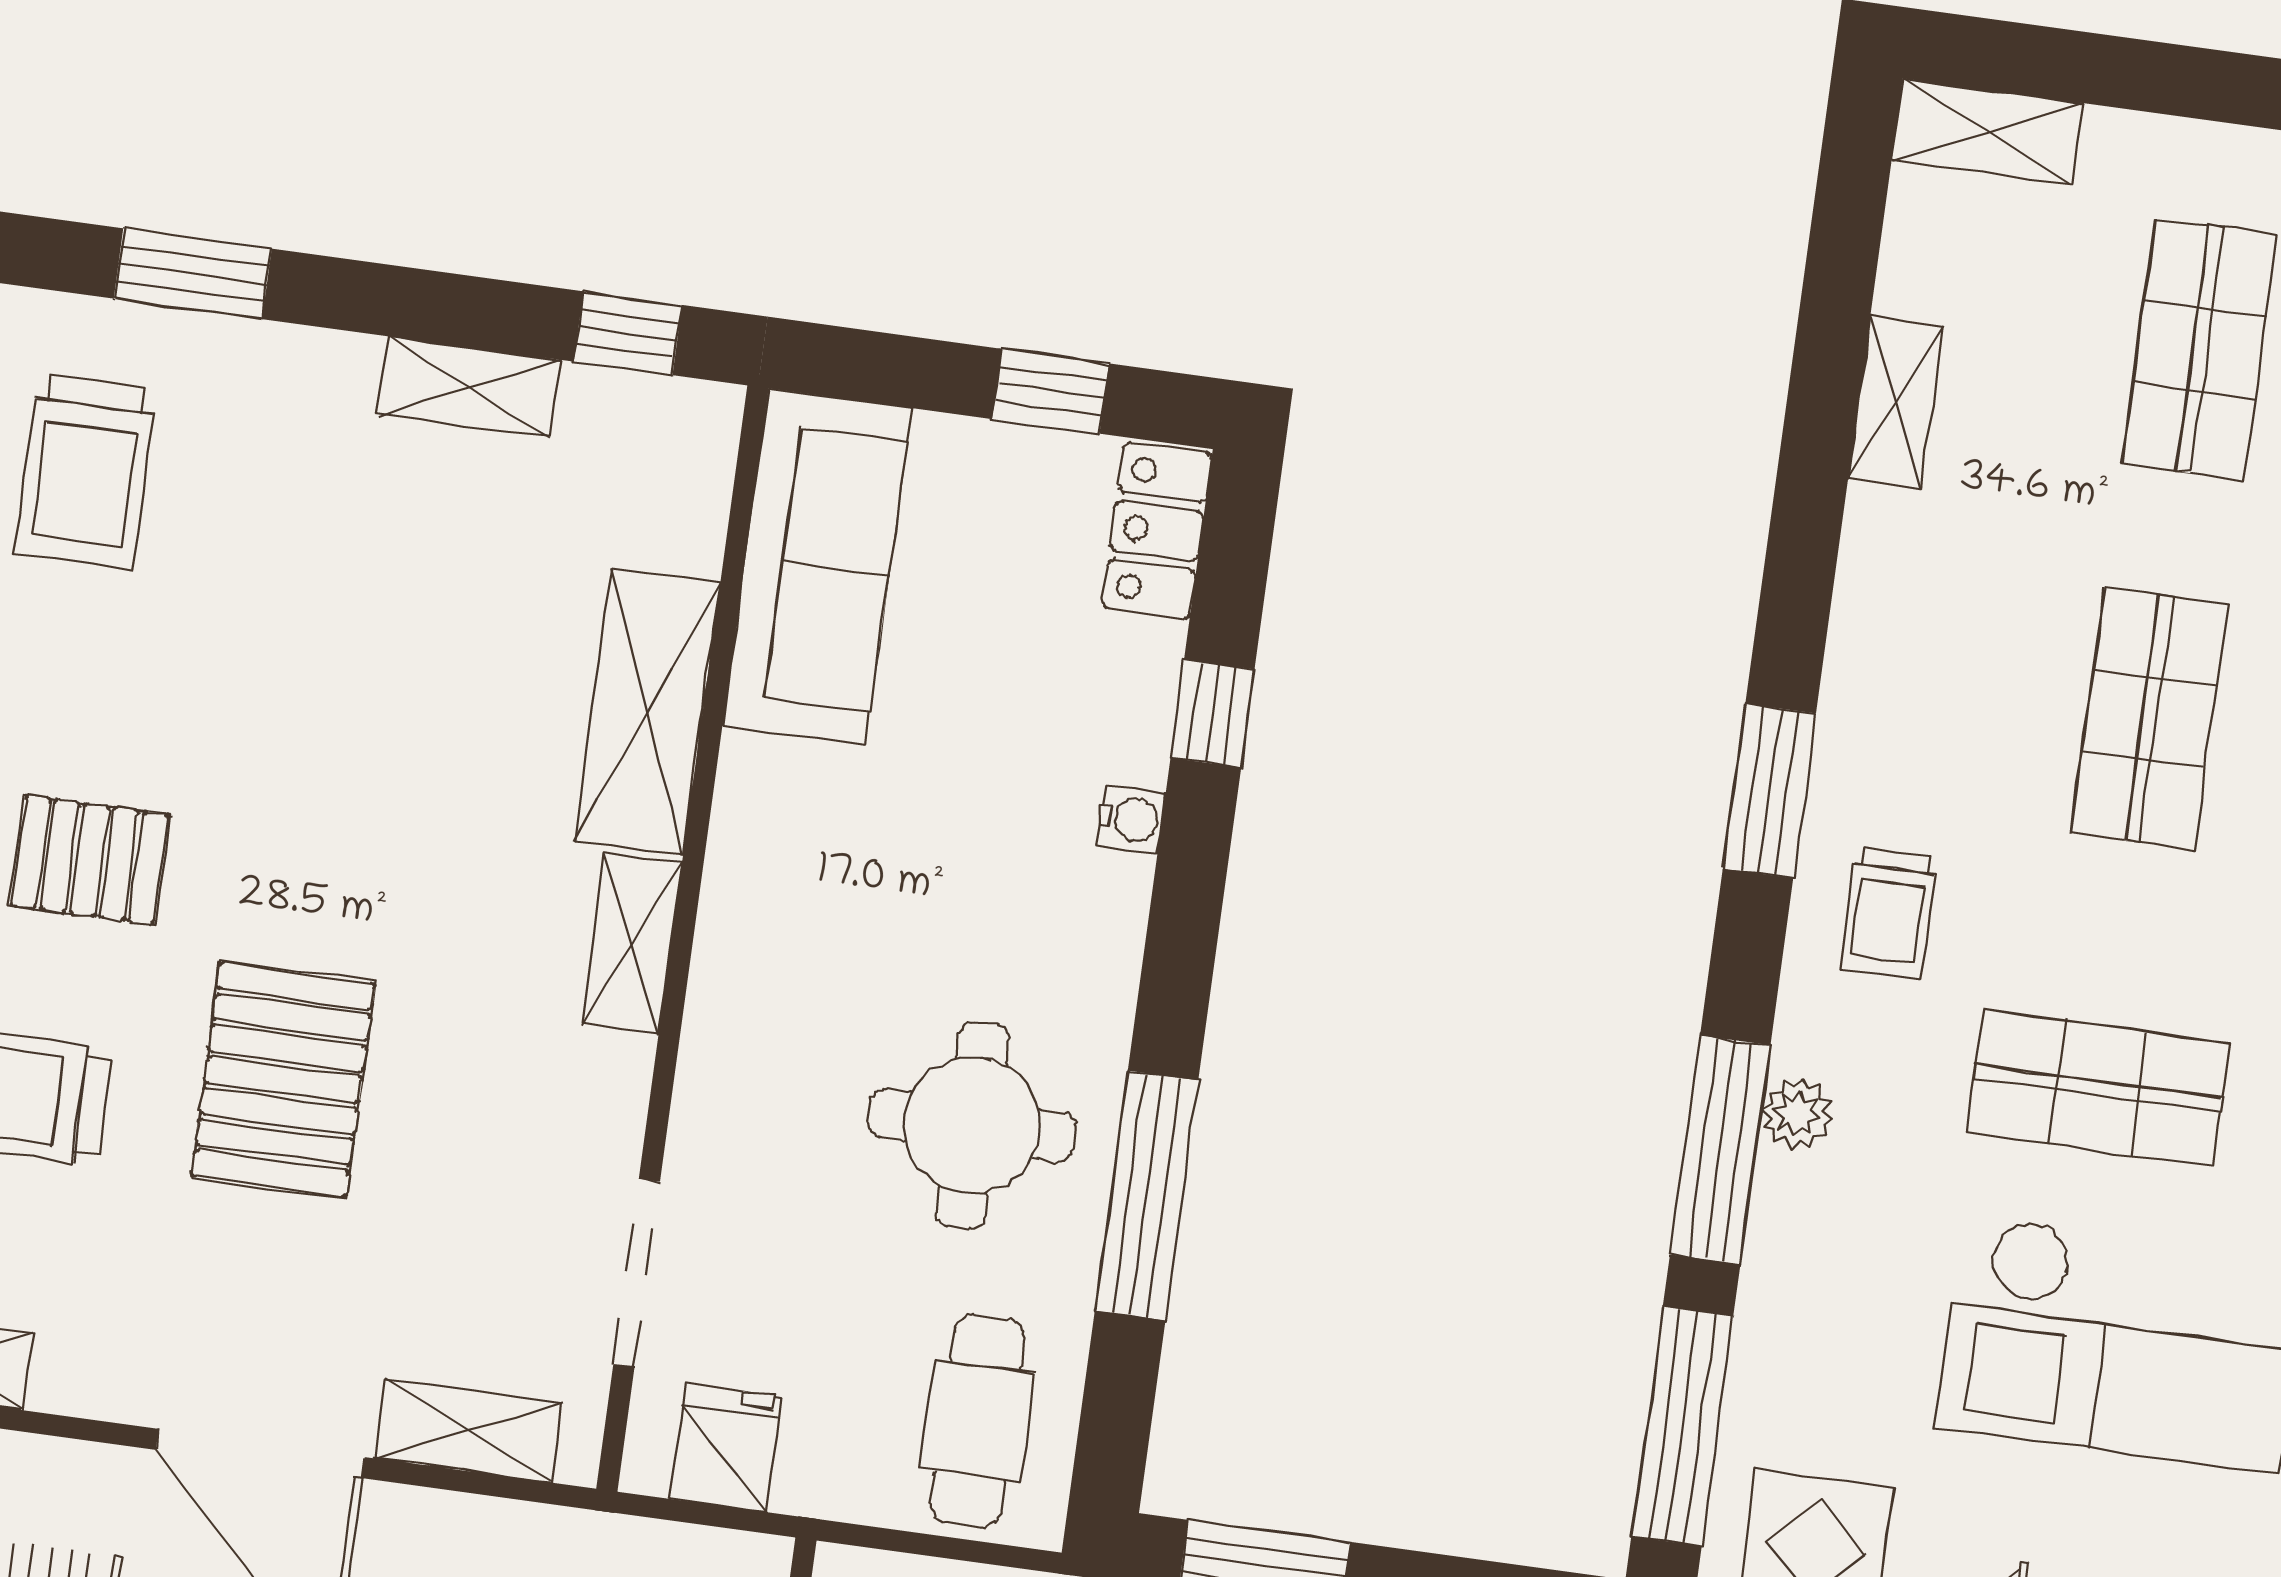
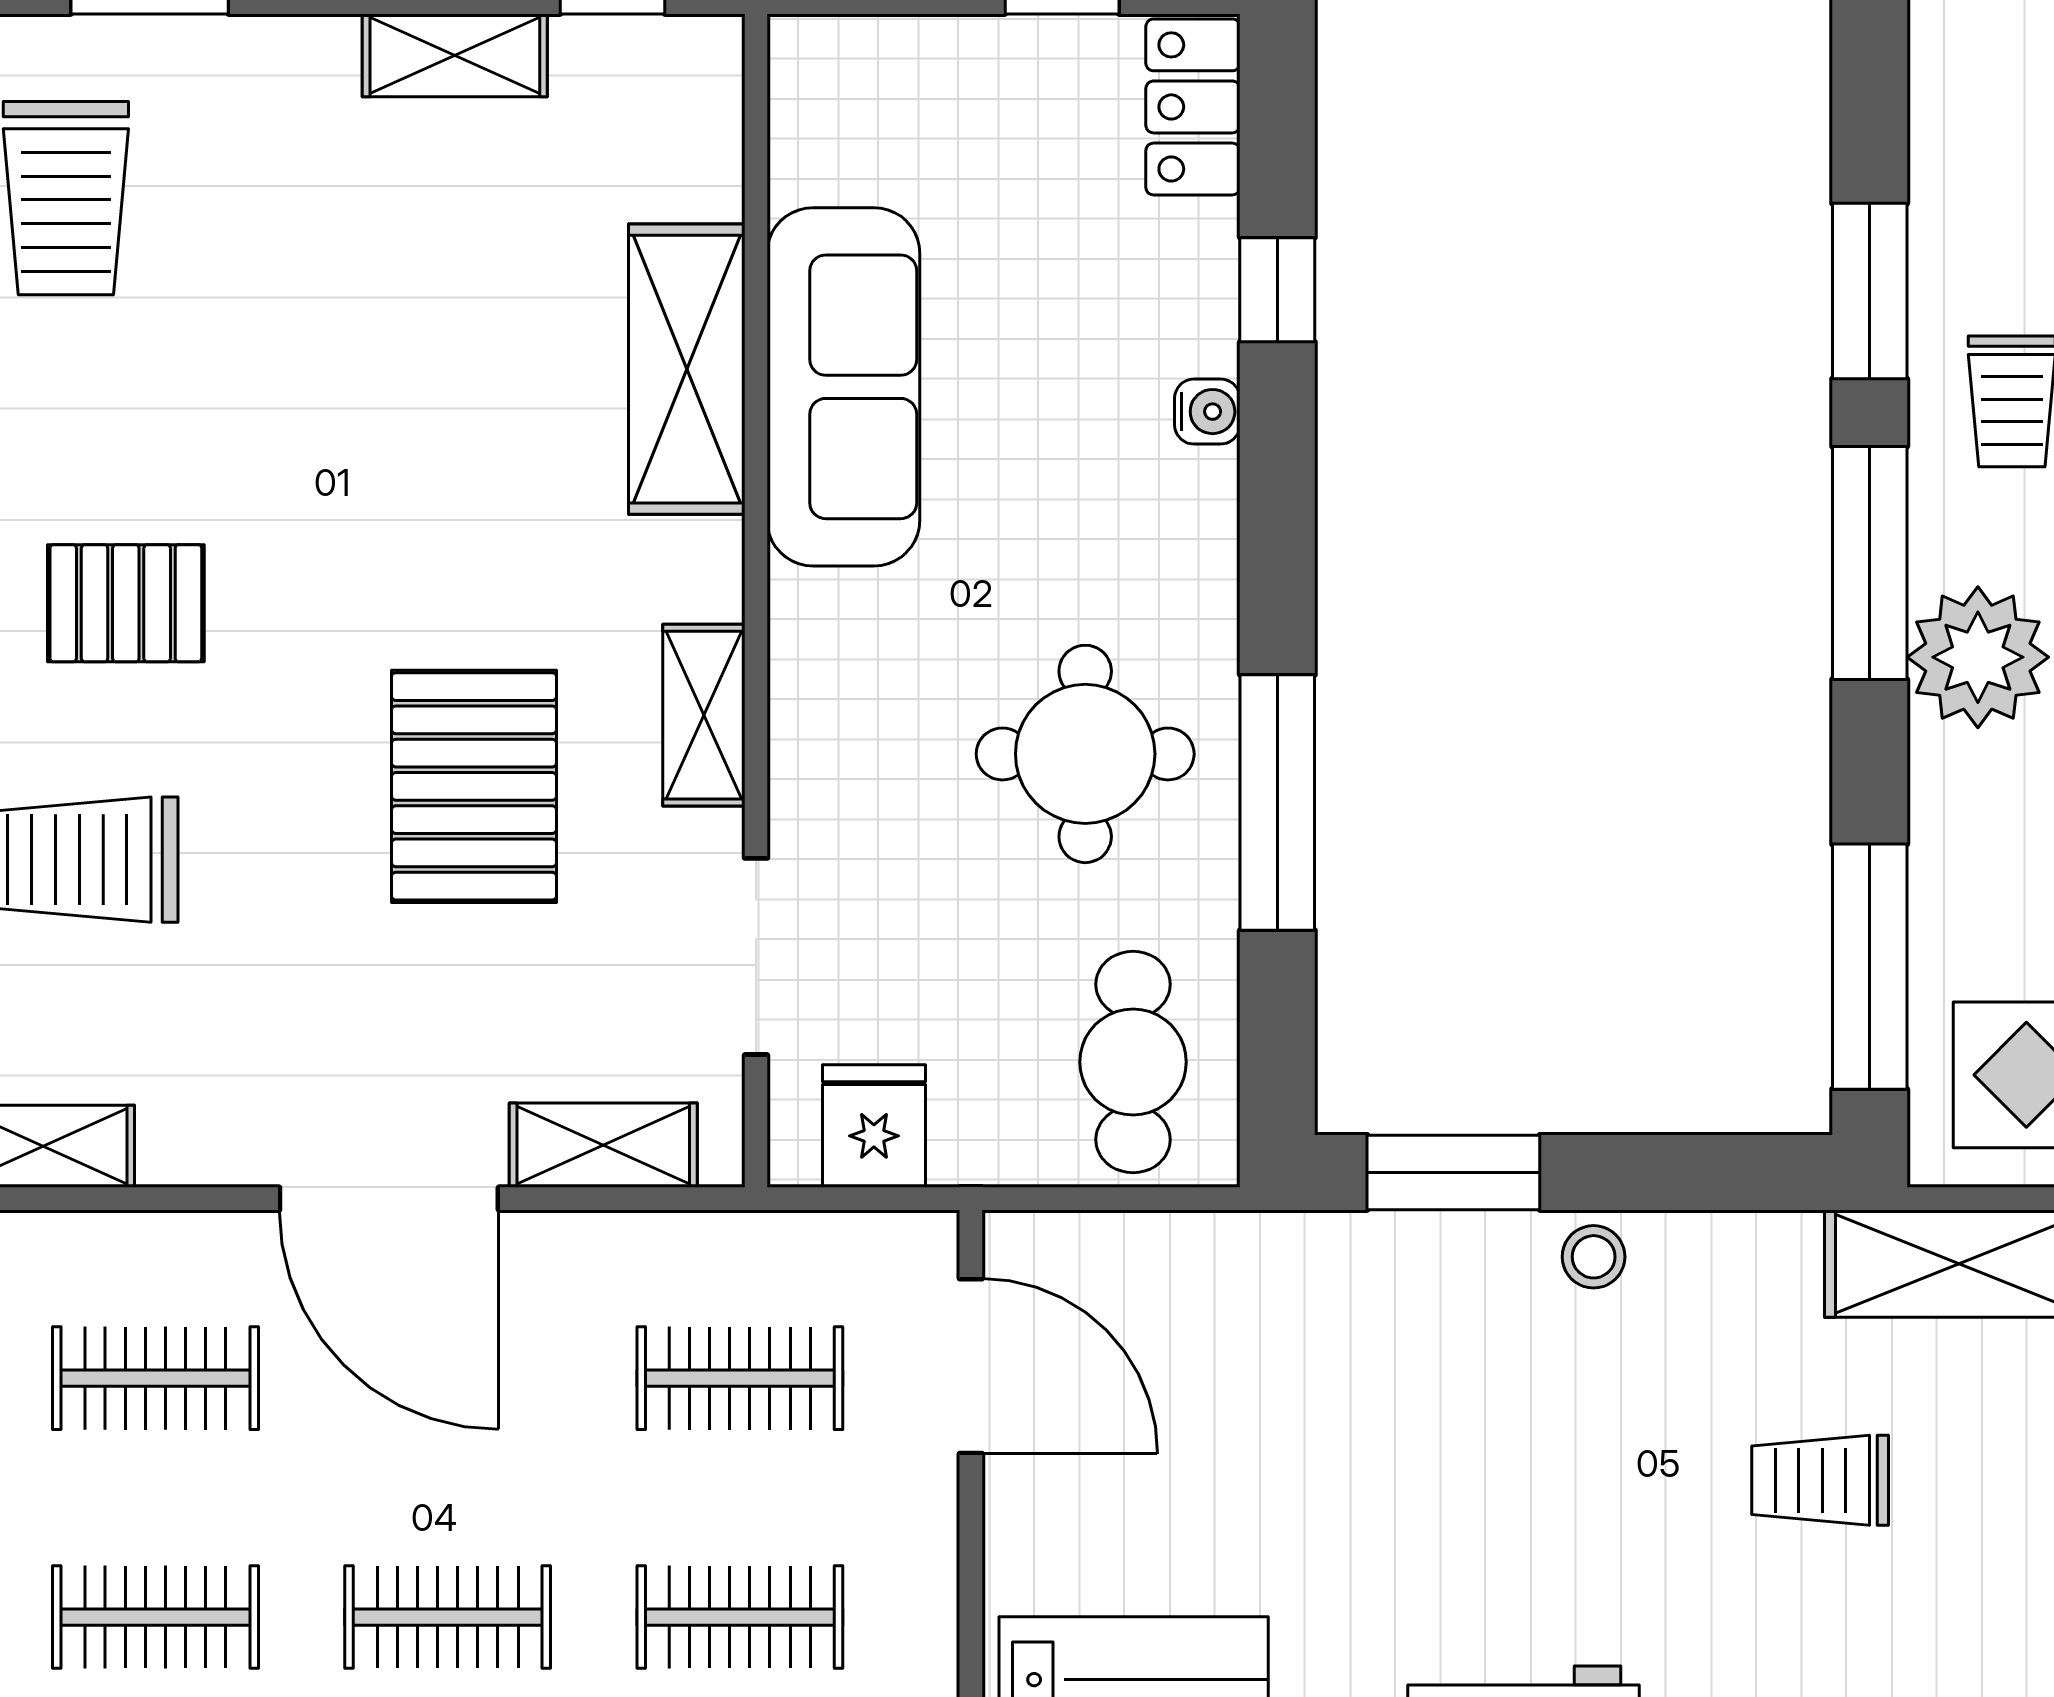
sofa: (817, 567) -> (843, 387), moved
shelving: (632, 944) -> (704, 715), moved
pallet: (283, 1080) -> (474, 786), moved
plant: (1797, 1114) -> (1978, 657), width x1.87, depth x1.87
window: (1720, 1150) -> (1870, 563), moved

